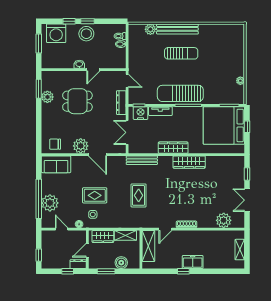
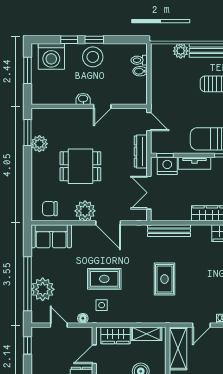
dining table: (77, 101) -> (80, 166), moved
window: (39, 255) -> (28, 345), moved

